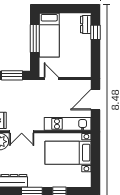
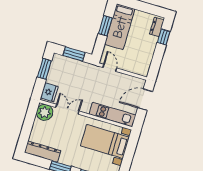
window: (35, 38) -> (105, 26), width x0.69
double door: (22, 132) -> (67, 109), swing flipped

